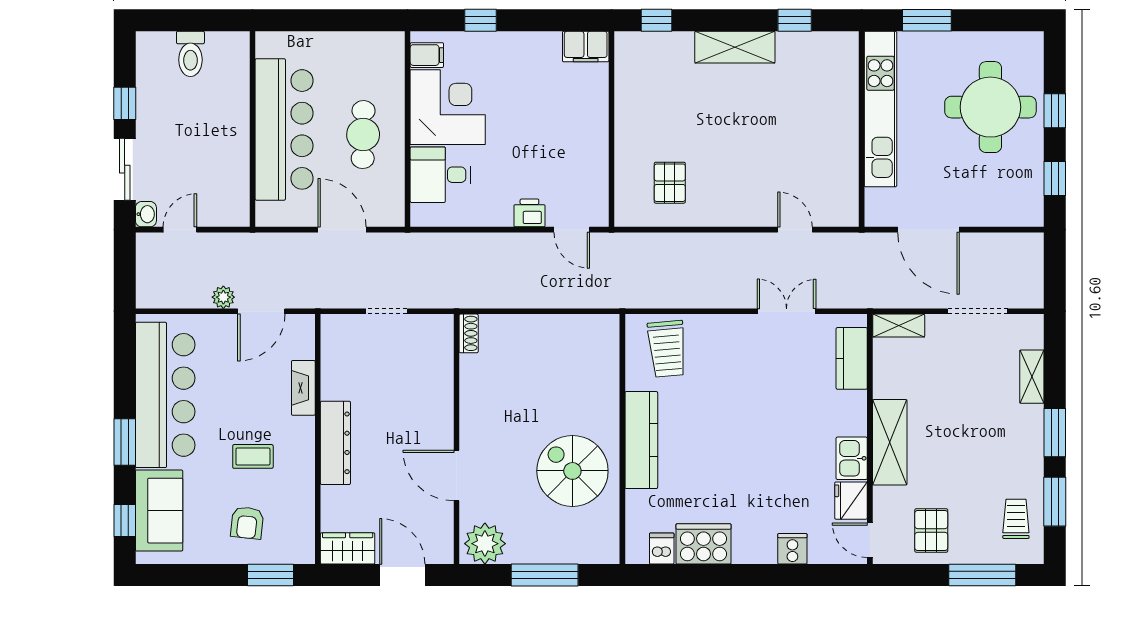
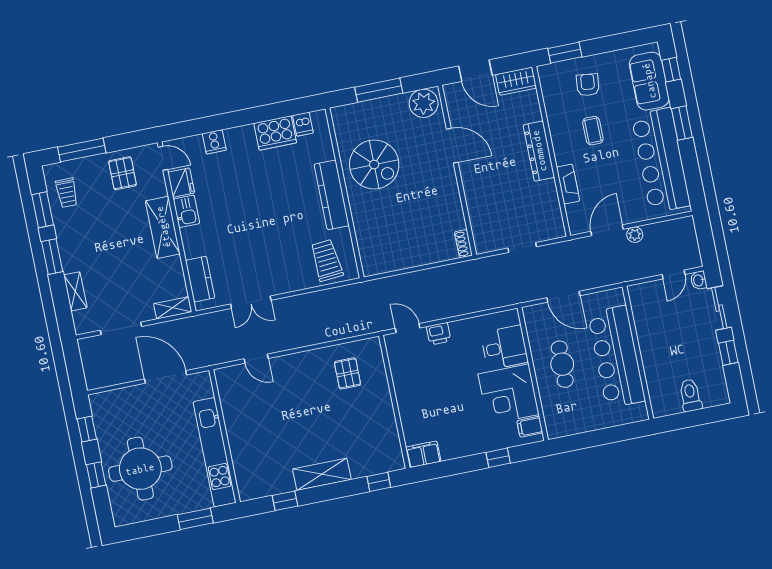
coffee table: (253, 456) -> (593, 131), turned 90

